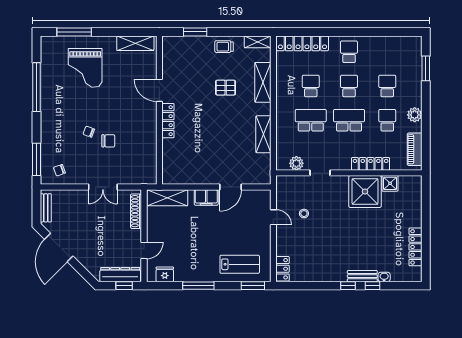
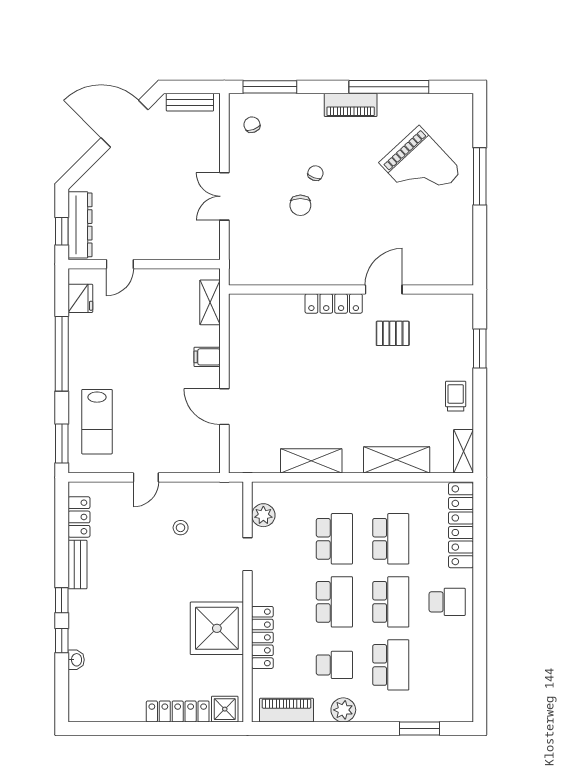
window: (74, 32) -> (480, 176), moved
shelving: (135, 43) -> (461, 250), removed
grand piano: (85, 68) -> (421, 167), turned -133
school desk: (311, 86) -> (391, 539), width x1.85
school desk: (349, 86) -> (391, 602), width x1.85
school desk: (387, 86) -> (391, 665), width x1.85
pallet: (226, 88) -> (393, 333), moved, turned 90
piano: (47, 110) -> (351, 105), added
shower: (390, 183) -> (225, 709), moved
filing cabinet: (206, 197) -> (207, 357), width x0.50
shelving: (167, 198) -> (210, 302), width x0.67, depth x0.75
shoe rack: (136, 211) -> (184, 251), removed
door: (273, 217) -> (146, 477), moved
locker: (415, 247) -> (178, 711), moved
door: (144, 250) -> (120, 264), hinge flipped
locker: (283, 269) -> (79, 517), moved, turned -90
bench: (362, 276) -> (77, 565), moved
window: (198, 286) -> (62, 354), width x1.46

